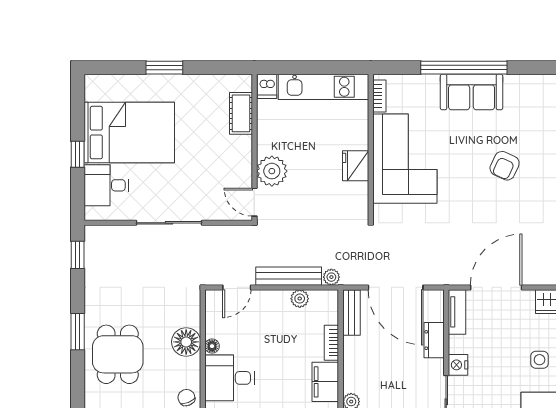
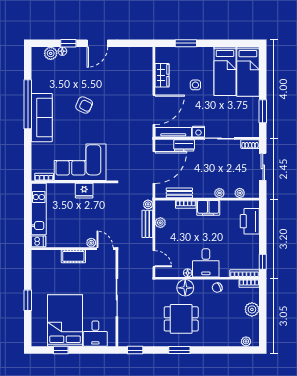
window: (464, 68) -> (28, 104), moved
sofa: (472, 92) -> (42, 118), width x1.36
cot: (241, 113) -> (73, 256), moved
window: (78, 154) -> (61, 350), moved
plant: (272, 171) -> (91, 243), width x0.53, depth x0.53
door: (254, 202) -> (105, 249), swing flipped
bench: (289, 276) -> (147, 224), width x0.73
door: (496, 287) -> (154, 110), swing flipped
tv unit: (457, 312) -> (173, 132), width x1.41
bench: (351, 313) -> (179, 193), moved
dining table: (118, 354) -> (181, 319), moved

